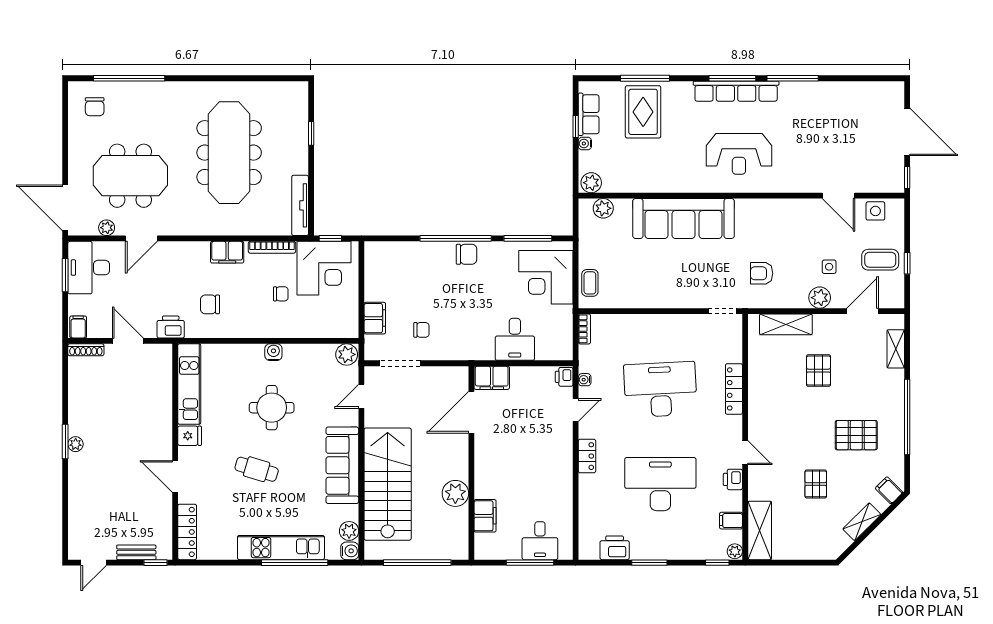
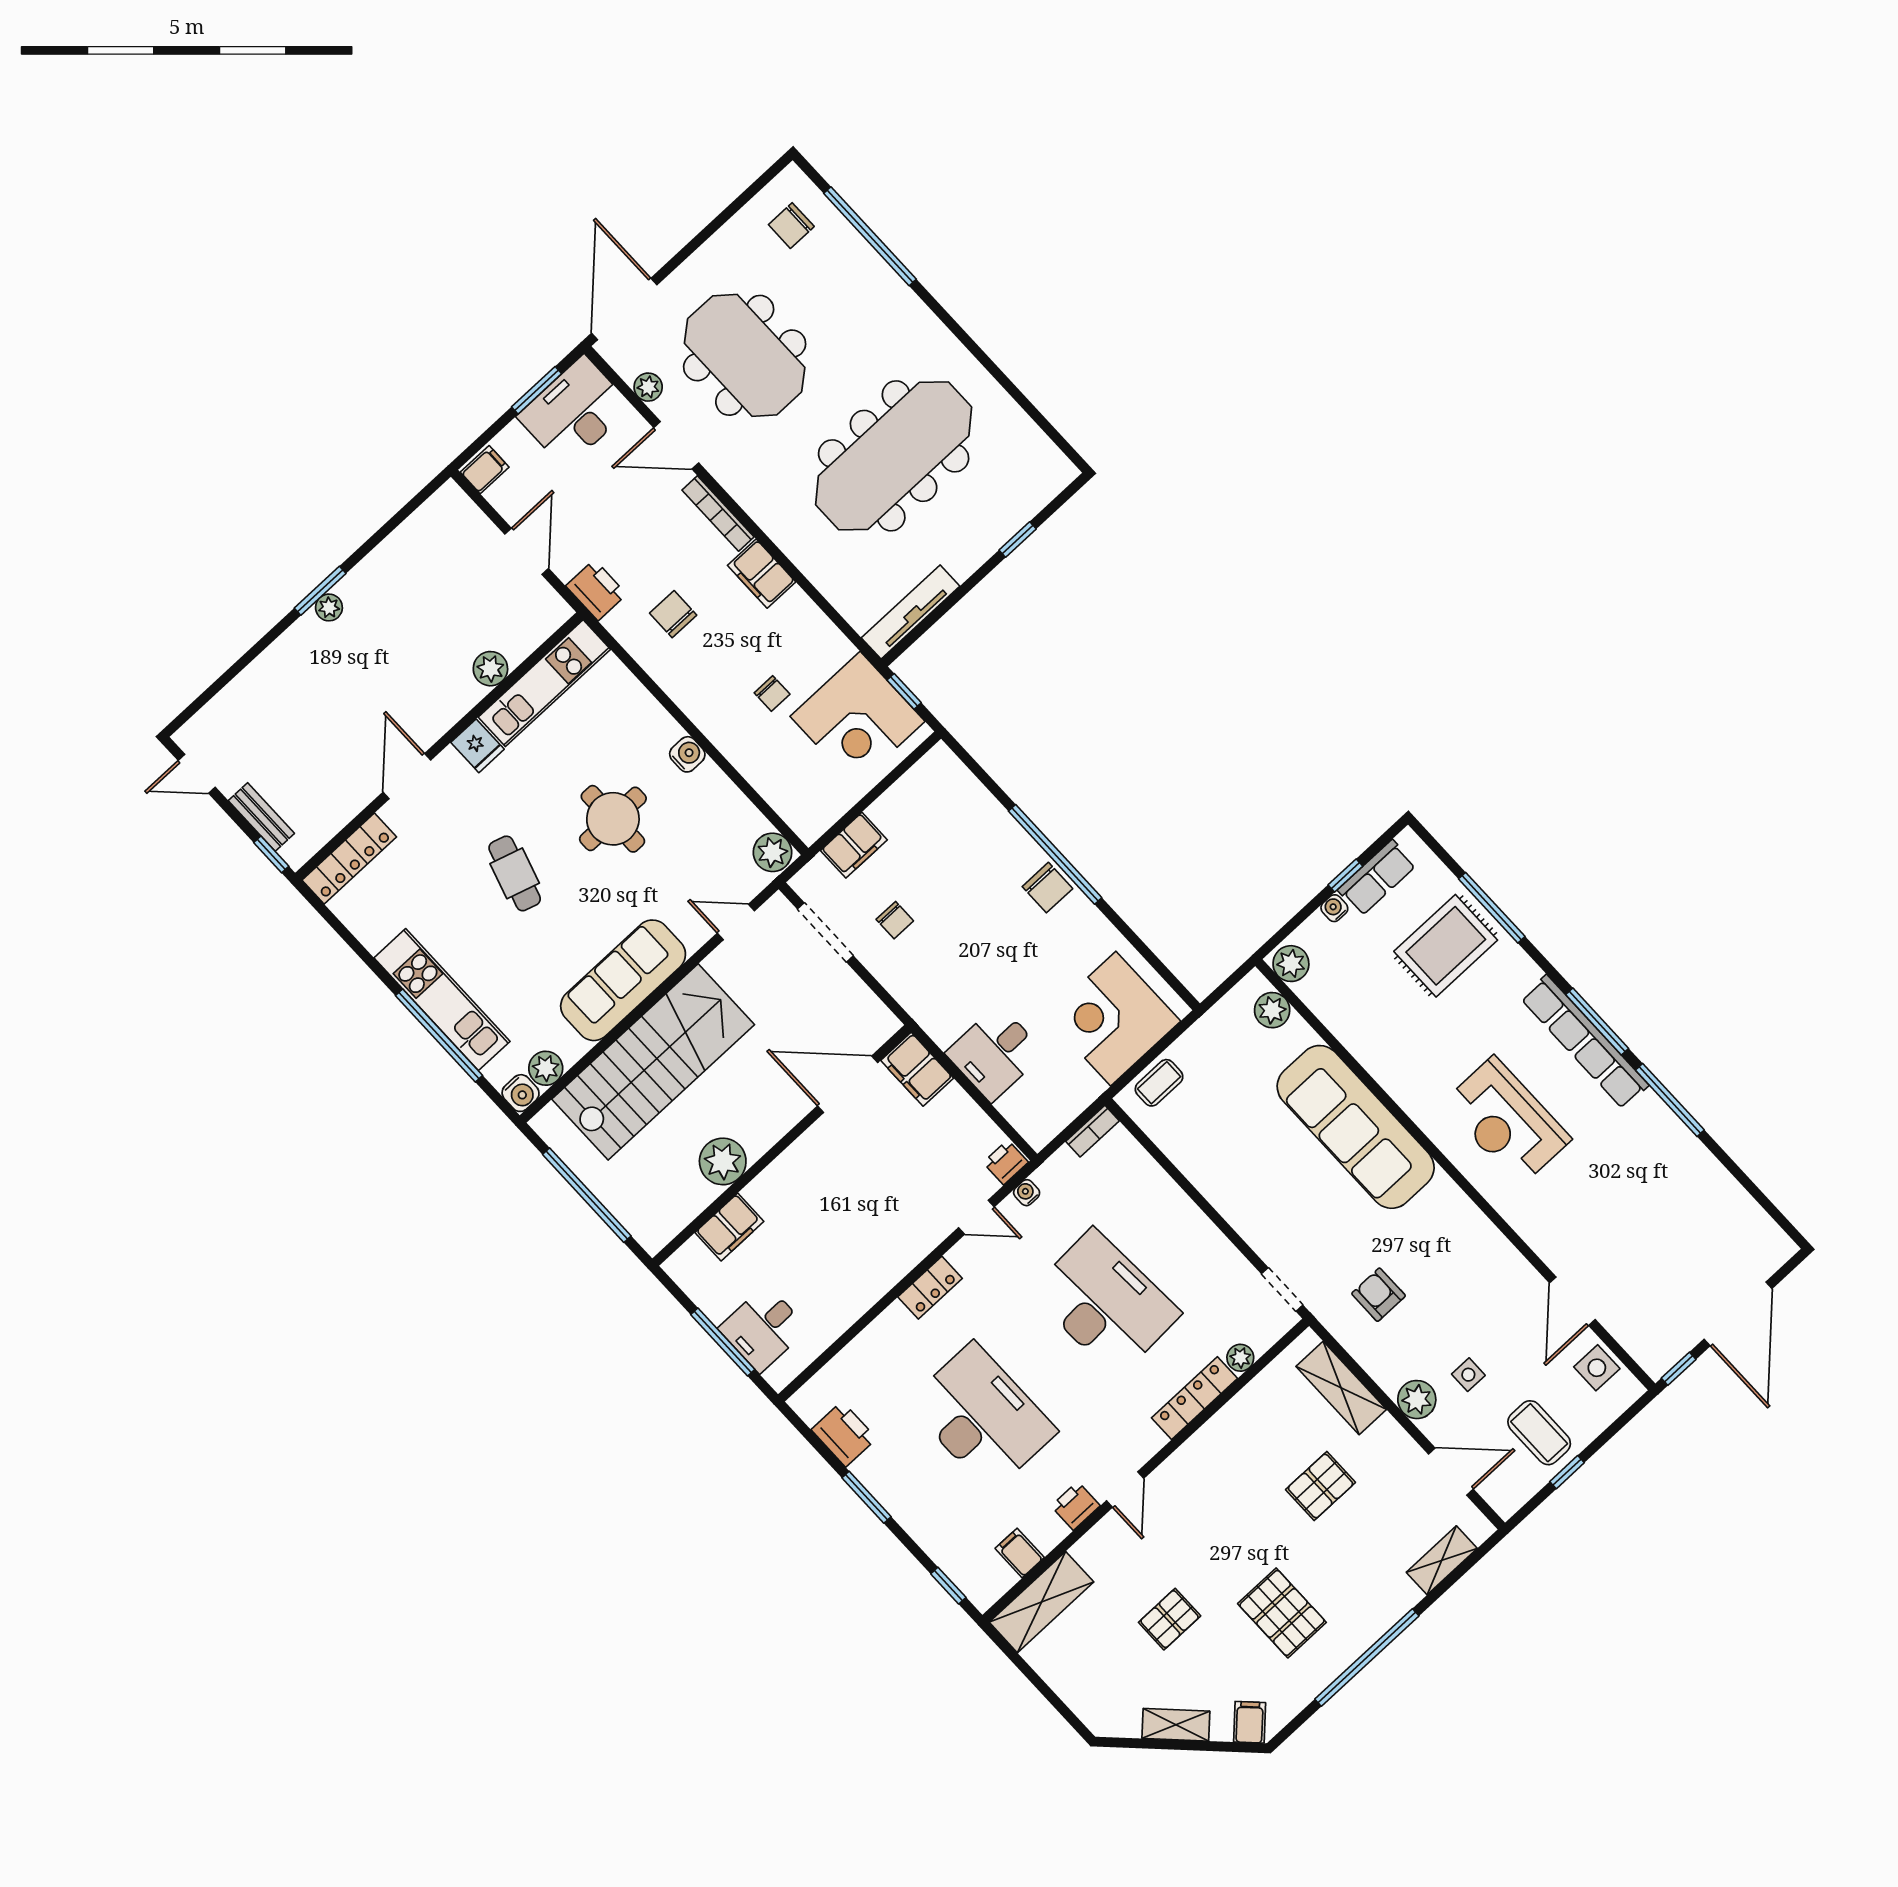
window: (528, 238) -> (1142, 948), removed
bookcase: (272, 247) -> (718, 513), moved
shoe rack: (86, 350) -> (464, 507), removed
plant: (163, 401) -> (490, 669), added
plant: (735, 551) -> (1240, 1358), moved

